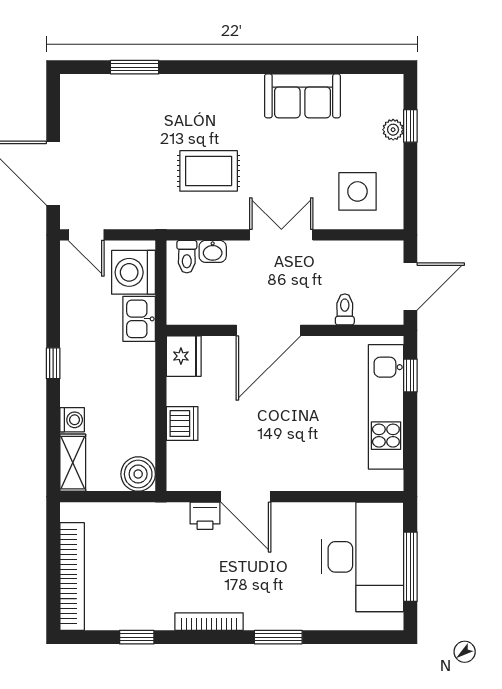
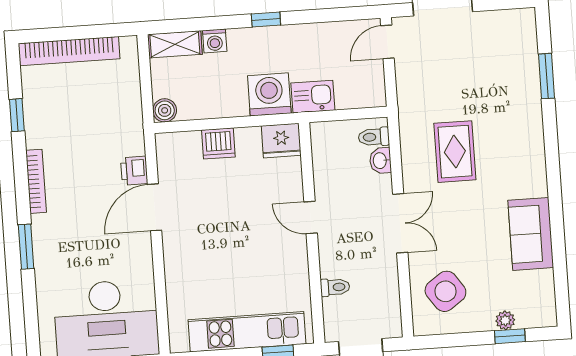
side table: (357, 191) -> (445, 291), turned -35
washing machine: (133, 272) -> (269, 94), moved
door: (268, 330) -> (311, 217), width x0.53
boiler: (138, 474) -> (165, 110), width x0.73, depth x0.73

